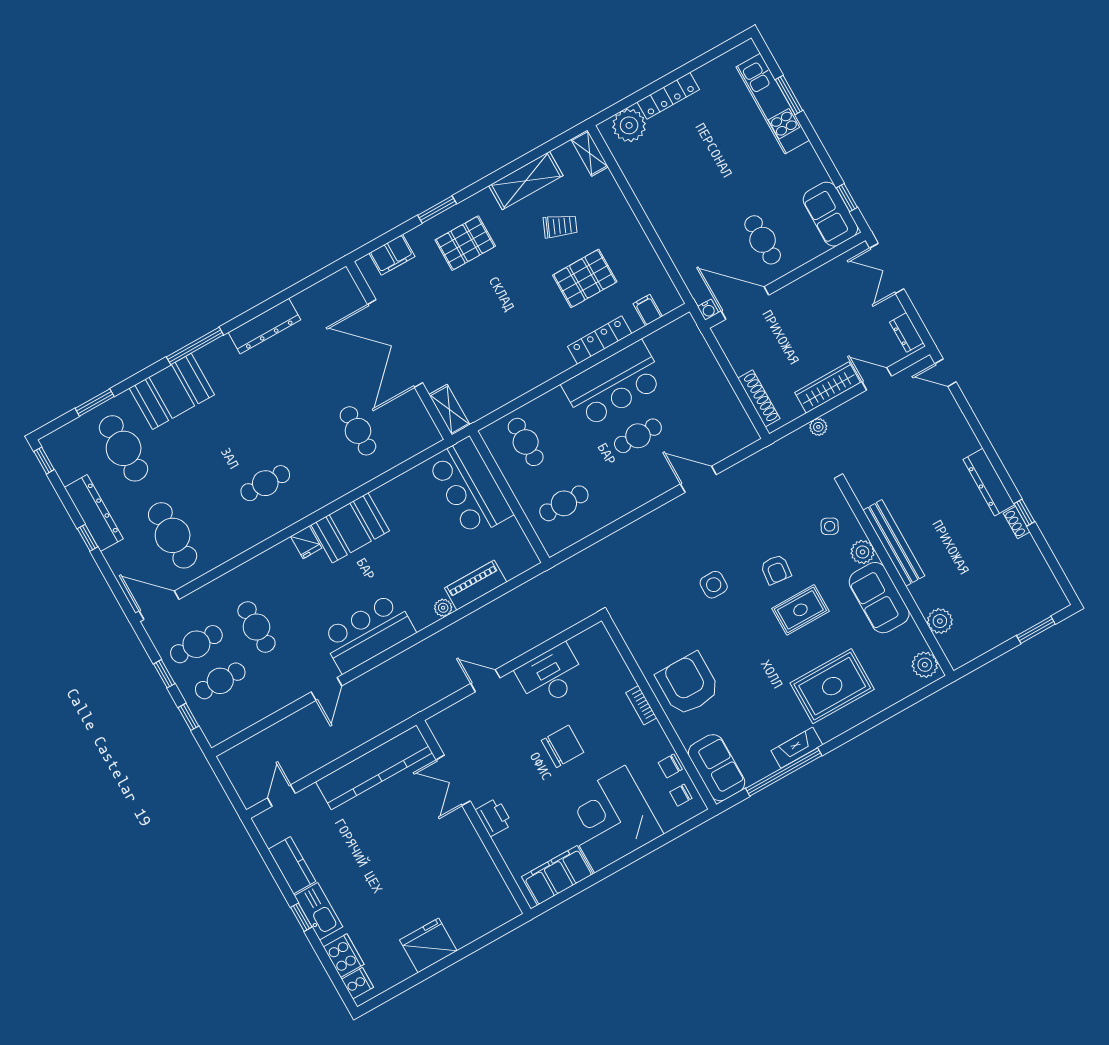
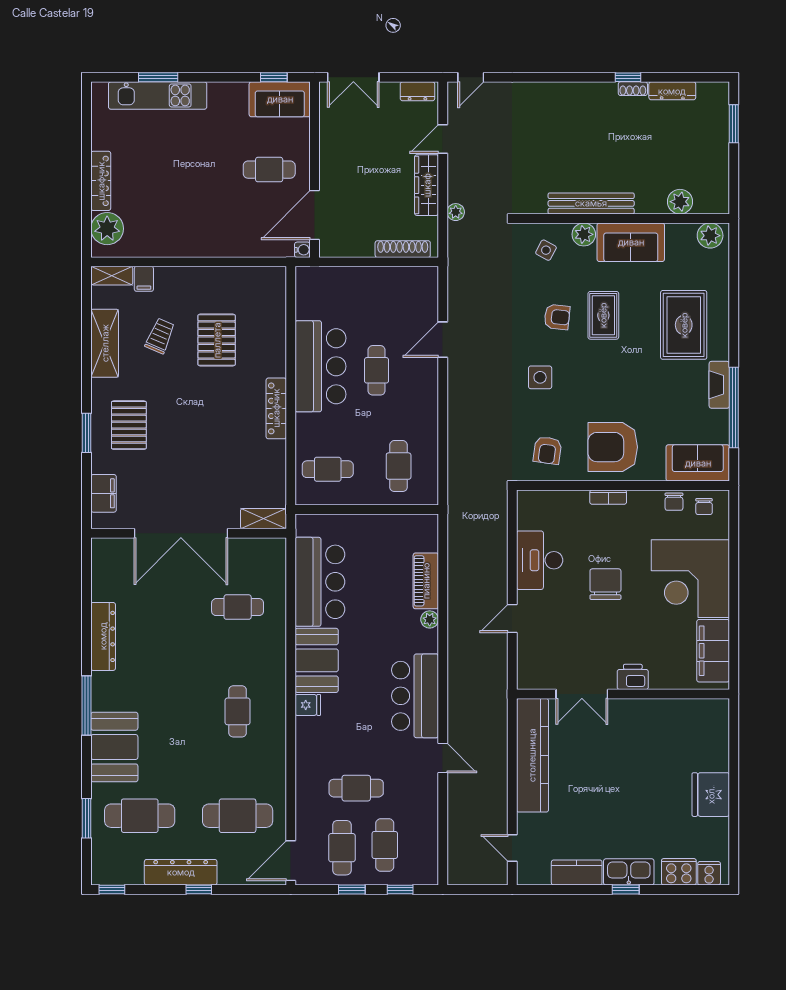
filing cabinet: (648, 310) -> (144, 279), moved, turned -90
locker: (600, 340) -> (276, 408), moved
dresser: (989, 482) -> (672, 91), moved, width x0.73, depth x0.80
bar counter: (470, 487) -> (320, 582), moved, turned -90
armchair: (652, 628) -> (547, 450), added

